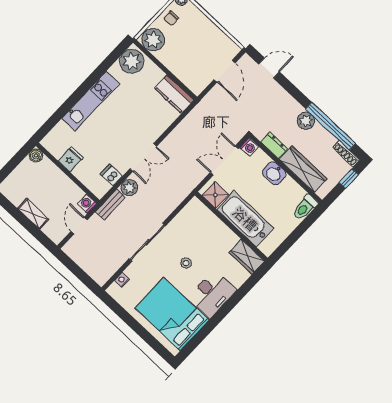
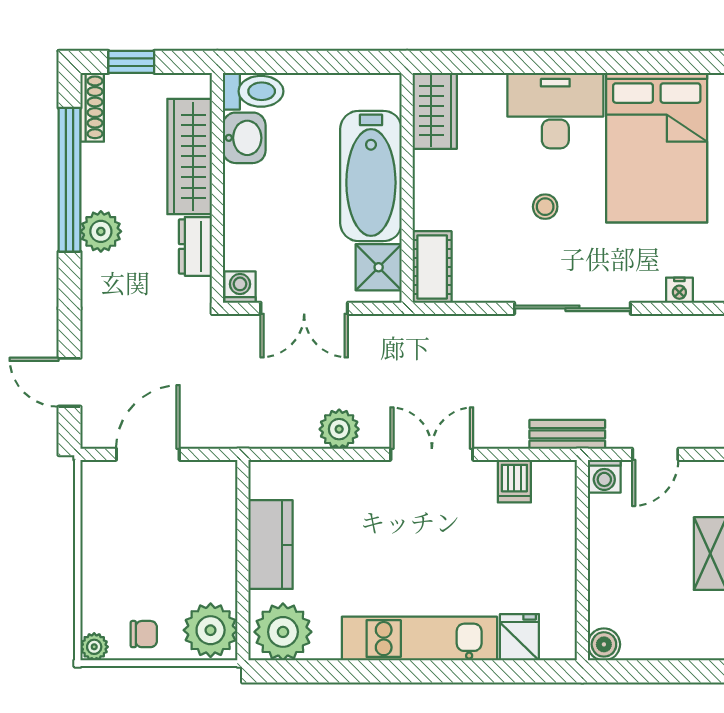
kitchen counter: (174, 94) -> (271, 545), moved
fridge: (71, 159) -> (519, 637), moved, turned 90
washbasin: (274, 173) -> (244, 138), moved
plant: (129, 188) -> (339, 429), moved
cot: (200, 211) -> (432, 267), added

